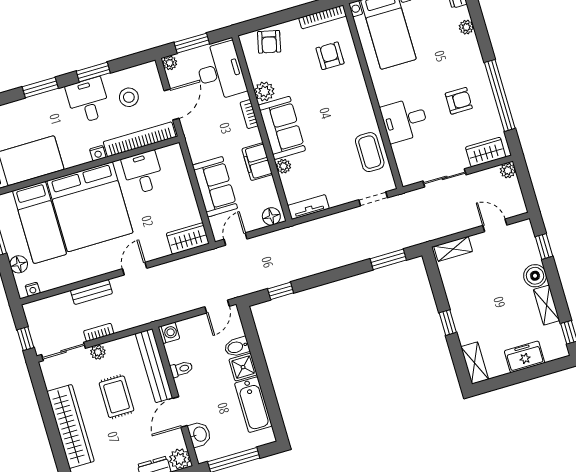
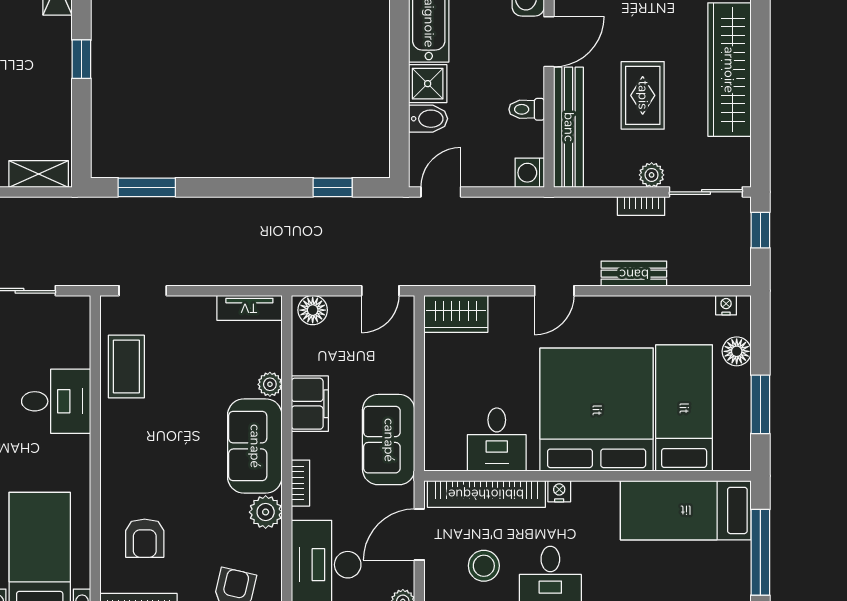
sofa: (215, 187) -> (389, 440), moved

